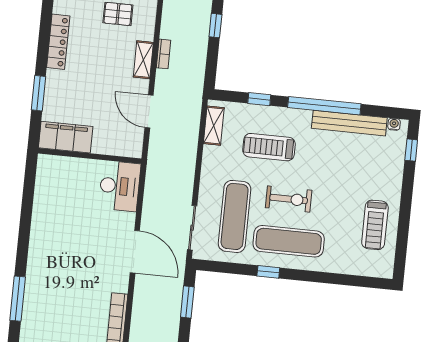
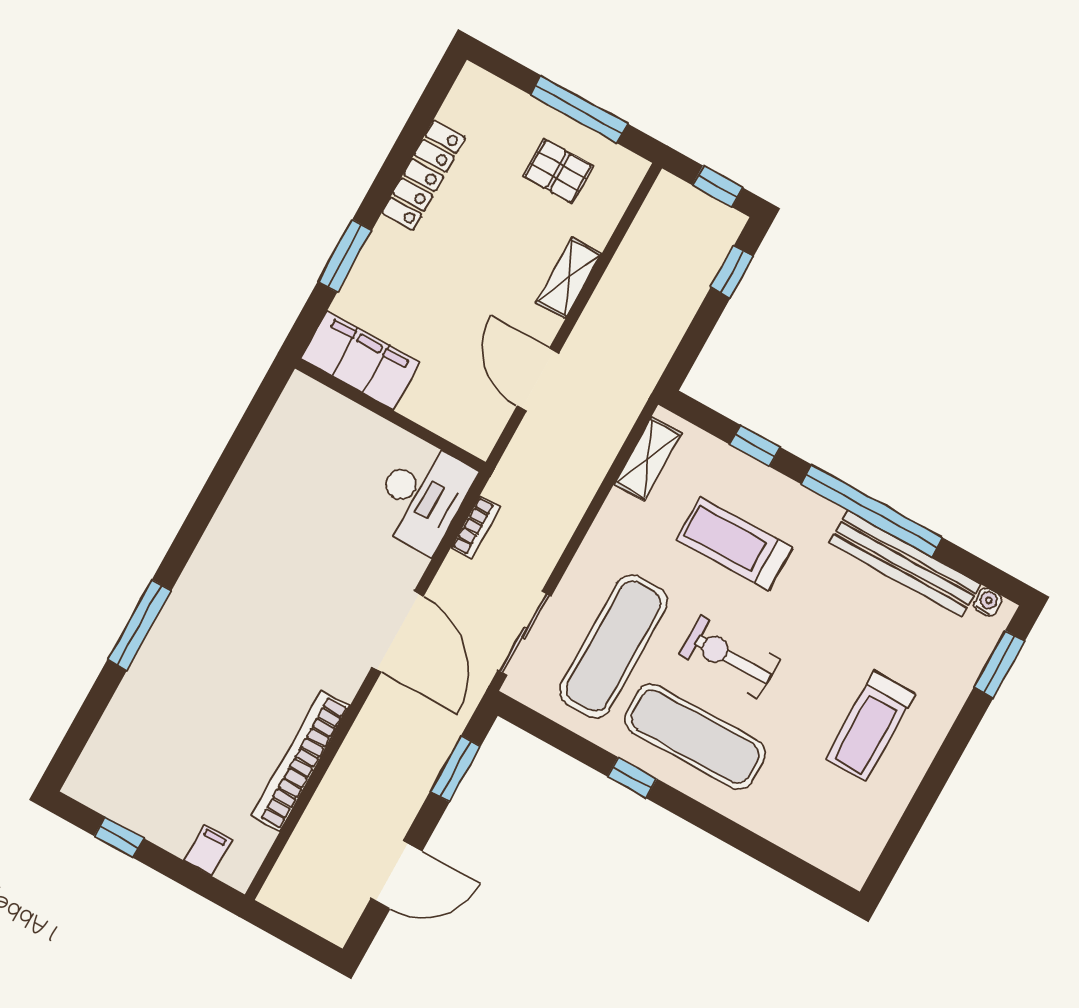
bookcase: (163, 54) -> (476, 527), moved
window: (411, 150) -> (999, 664), width x1.50
exercise bike: (289, 199) -> (729, 657), turned 180
treadmill: (375, 225) -> (870, 726), moved

